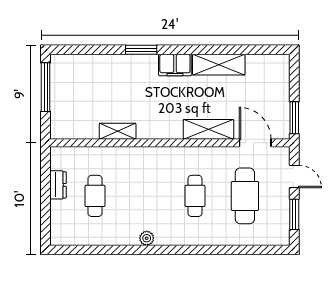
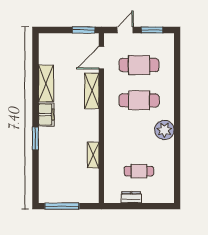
cafe table: (195, 196) -> (139, 100), width x1.37, depth x1.35
plant: (147, 238) -> (164, 130), width x1.88, depth x1.88

